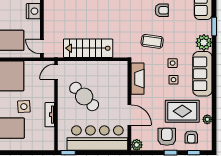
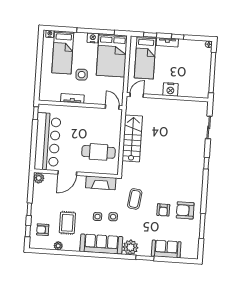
cafe table: (84, 97) -> (98, 152), moved, turned 45
rug: (182, 111) -> (67, 223), width x0.73, depth x0.70
armchair: (167, 137) -> (44, 207), removed

